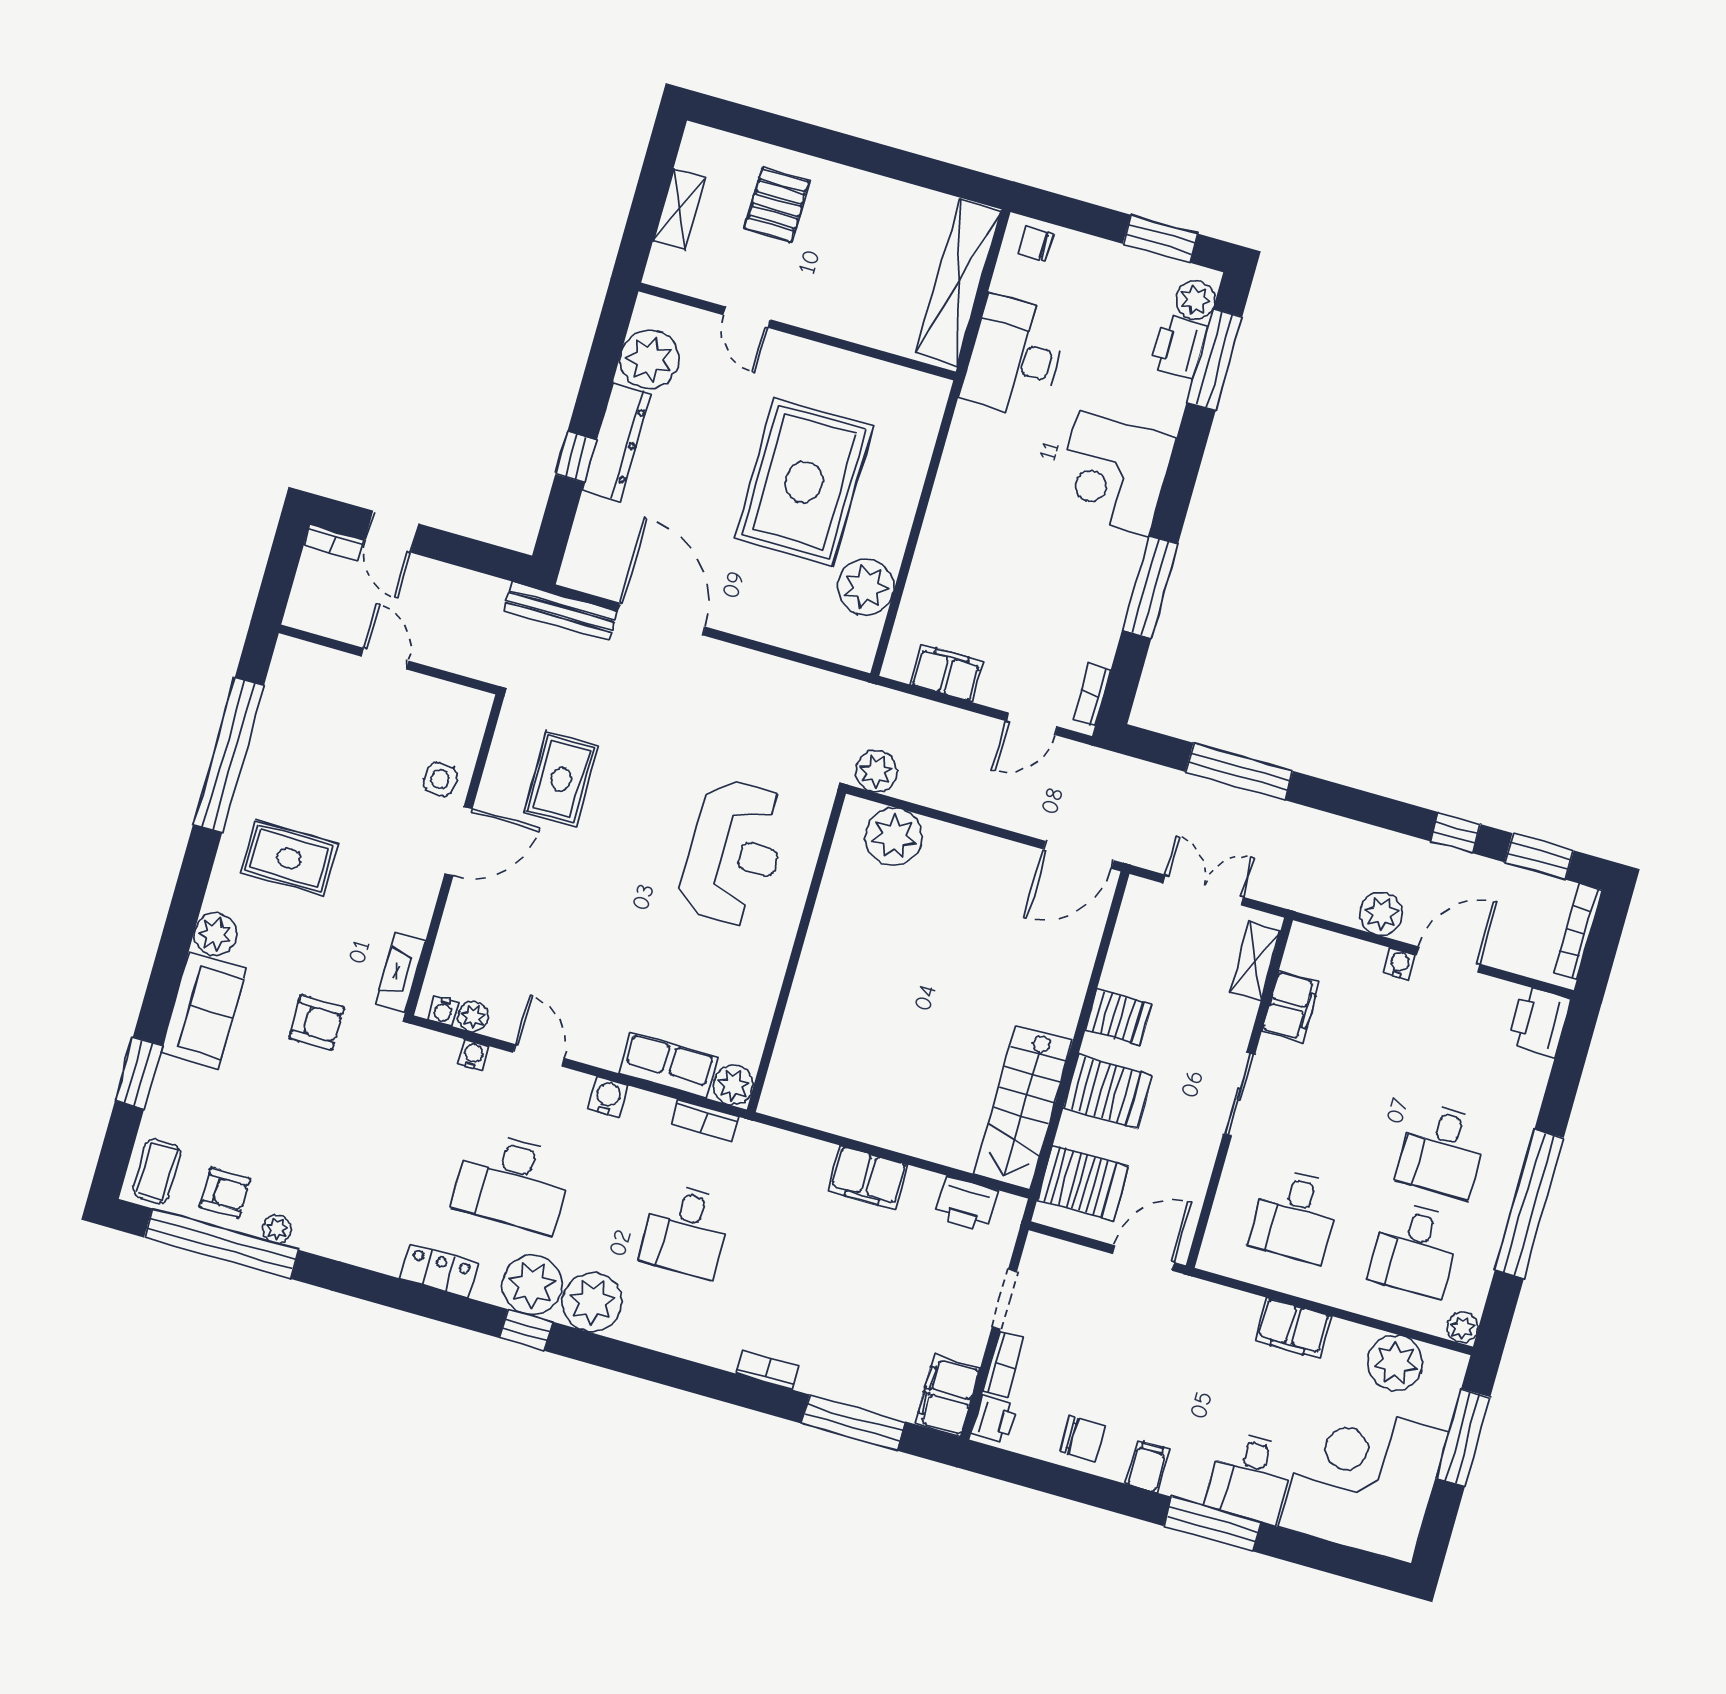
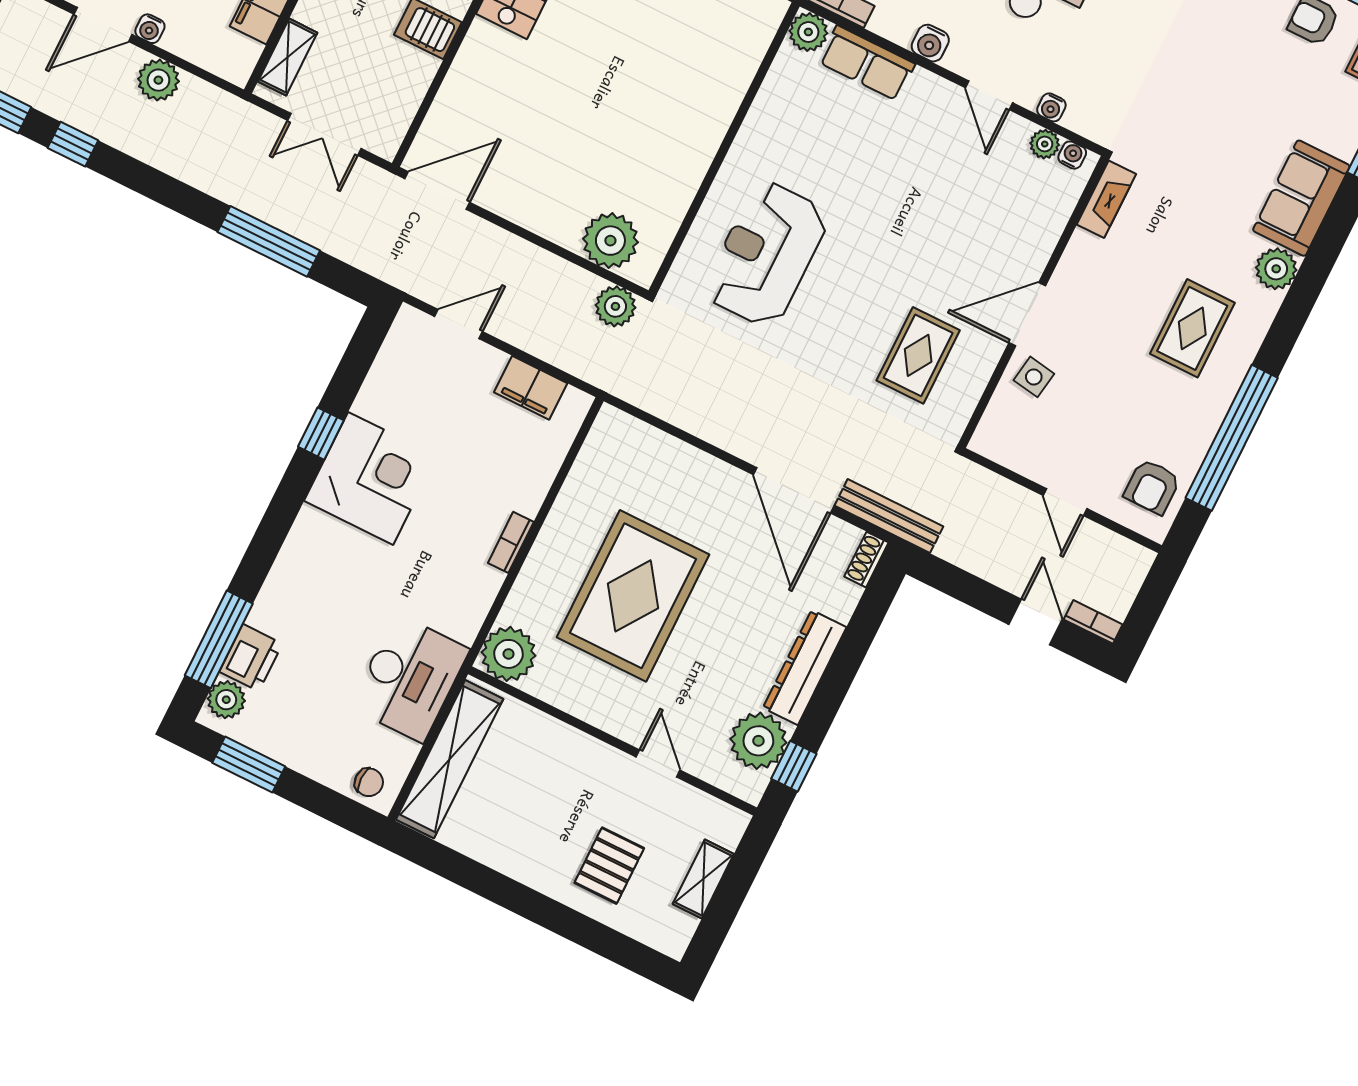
window: (576, 457) -> (794, 766), moved
corner desk: (1113, 473) -> (371, 478), moved
shoe rack: (575, 563) -> (866, 560), added
plant: (866, 587) -> (509, 654), moved
window: (1150, 587) -> (321, 434), width x0.46
bookcase: (1092, 694) -> (511, 542), moved, turned 180
rug: (289, 858) -> (1192, 328), turned 90
armchair: (317, 1022) -> (1152, 487), moved, turned -90

